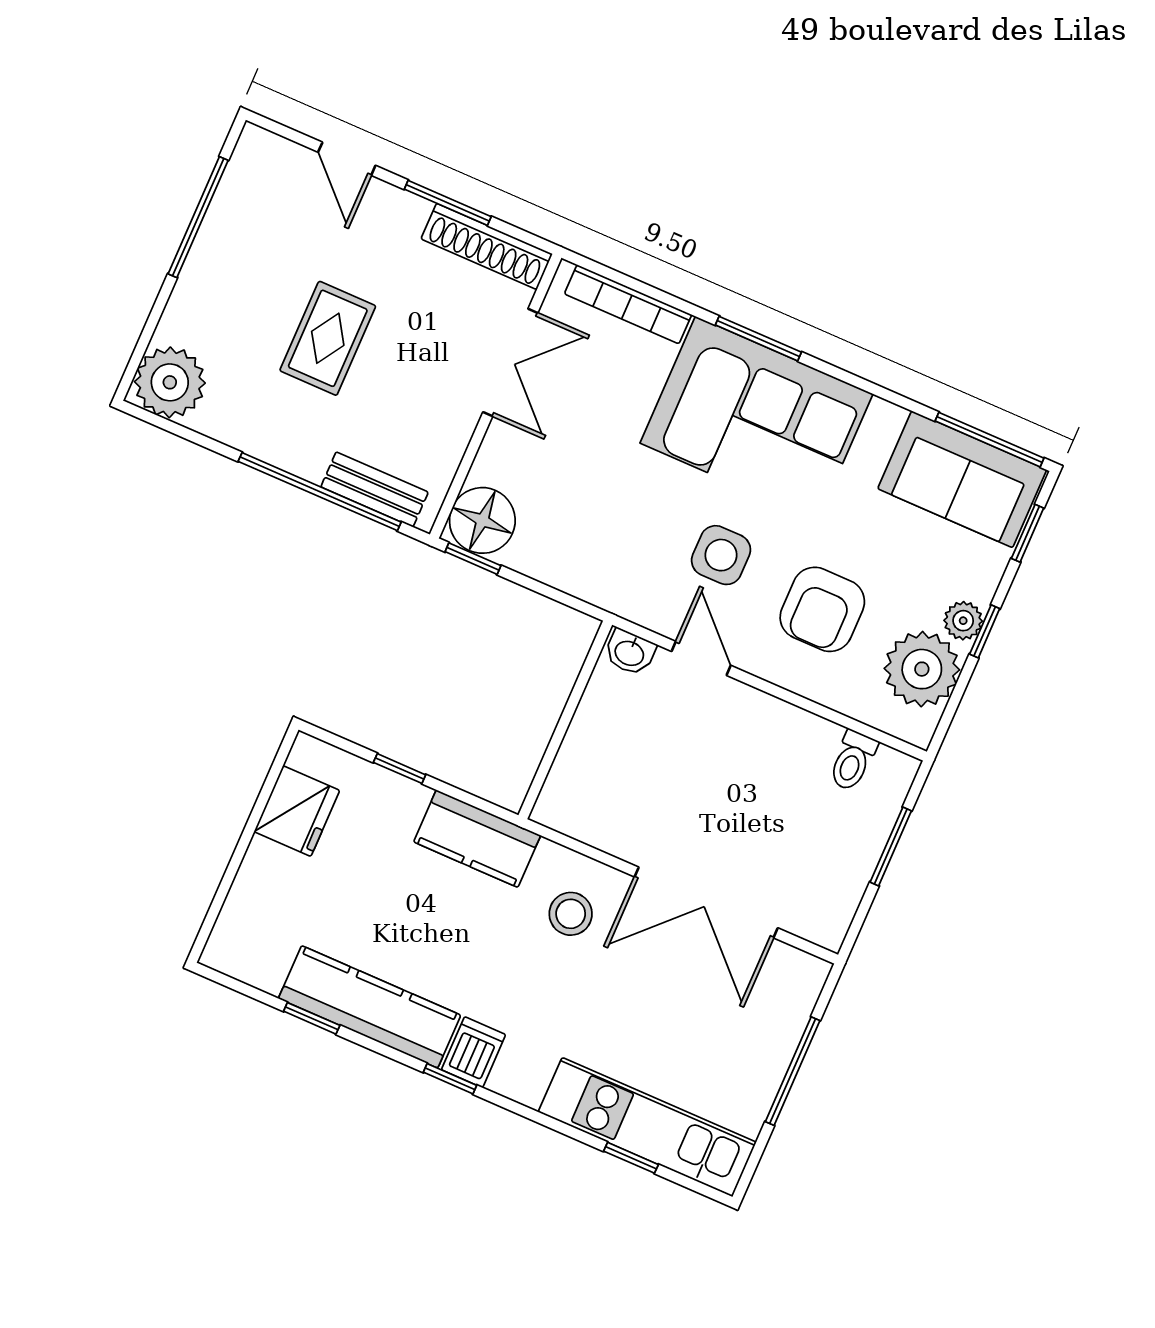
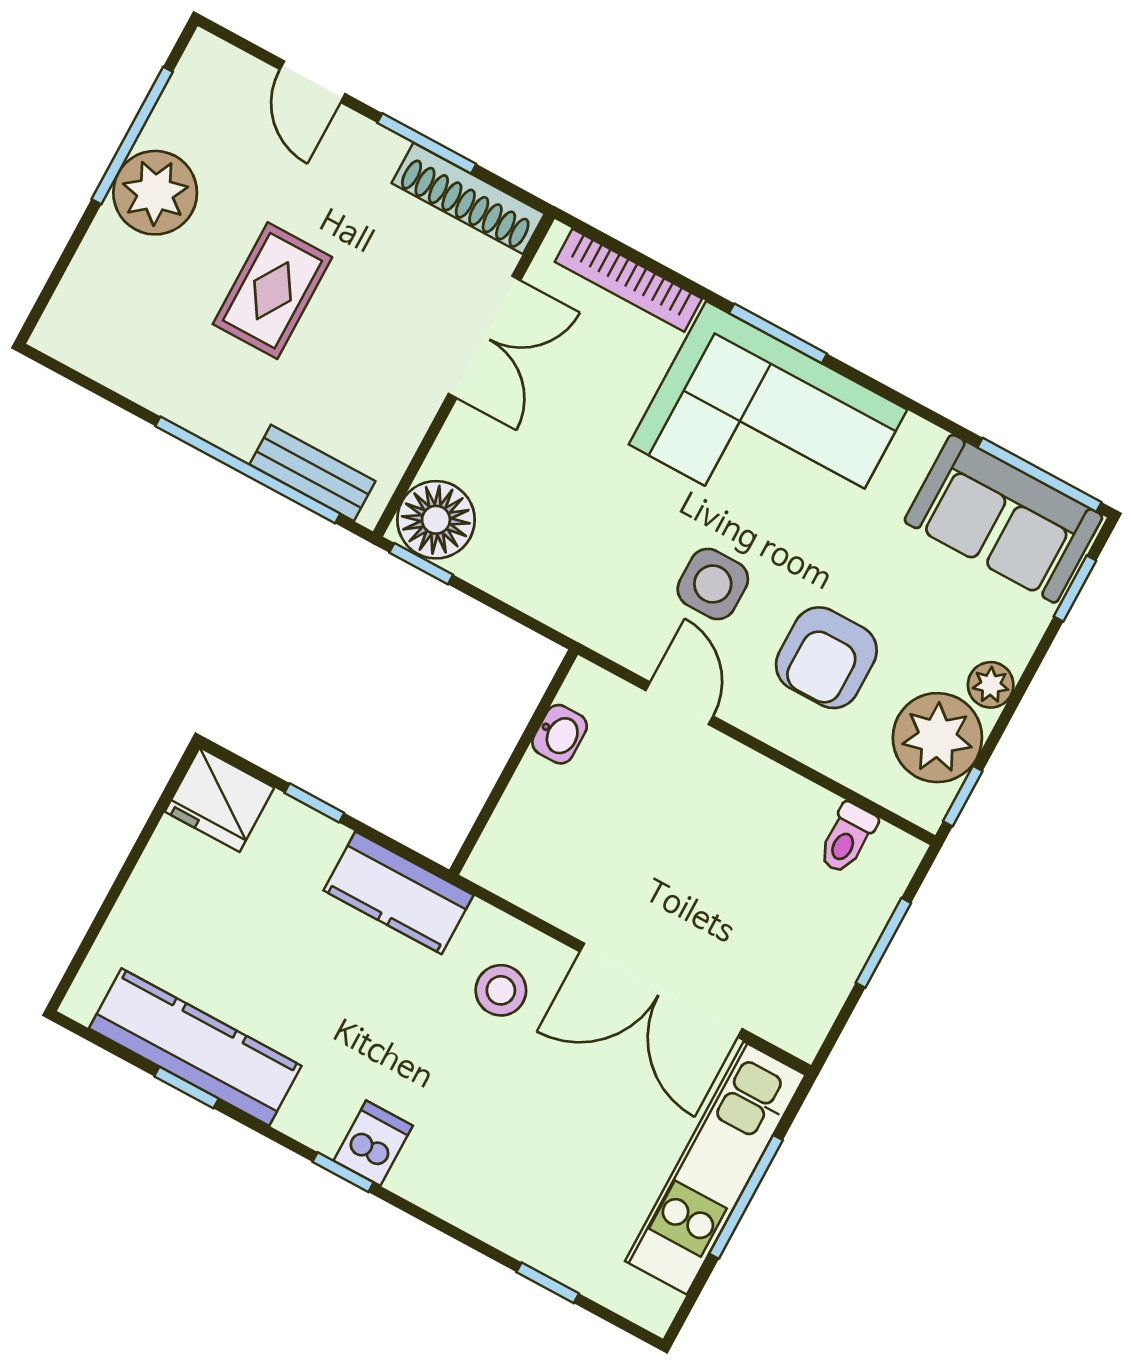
plant: (170, 382) -> (155, 193), moved
window: (985, 631) -> (963, 796), moved
washbasin: (630, 652) -> (560, 734), moved, turned -90
fridge: (297, 811) -> (220, 800), moved, turned 90
kitchen counter: (370, 1007) -> (195, 1047), moved
kitchen unit: (647, 1127) -> (715, 1168), moved, turned -90

